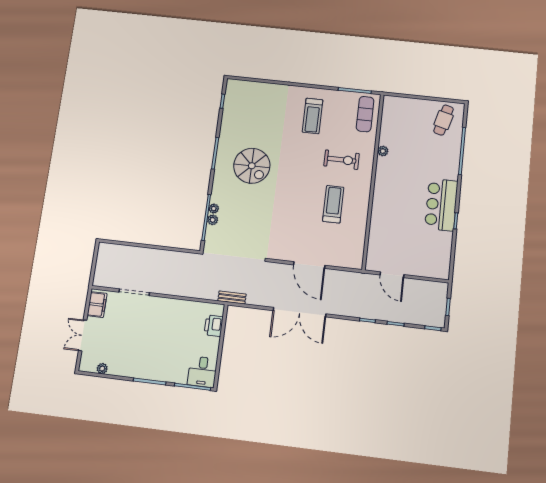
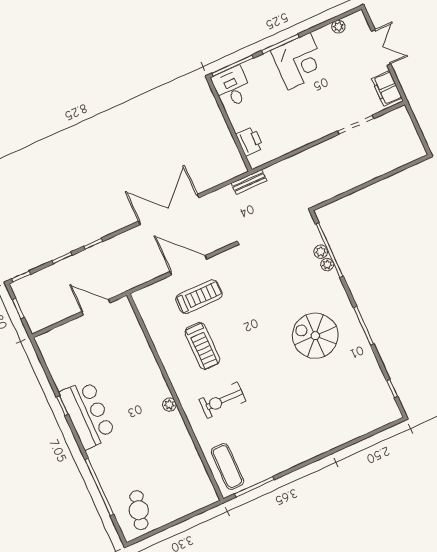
treadmill: (313, 116) -> (199, 297), moved, turned 90
plant: (383, 151) -> (169, 405), moved
corner desk: (145, 361) -> (299, 61), added

